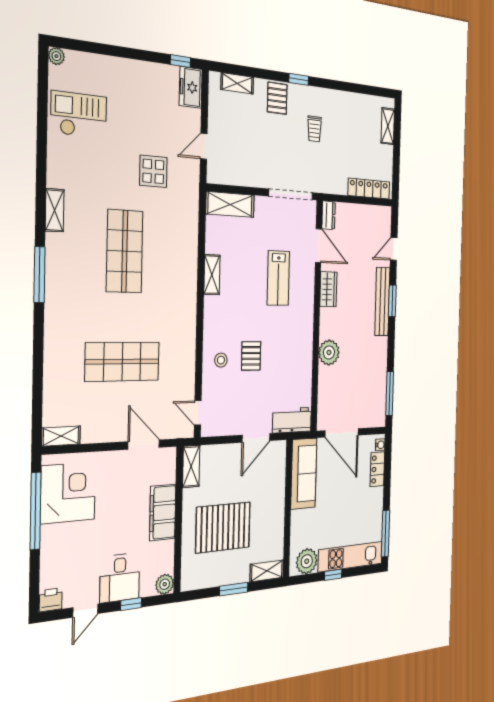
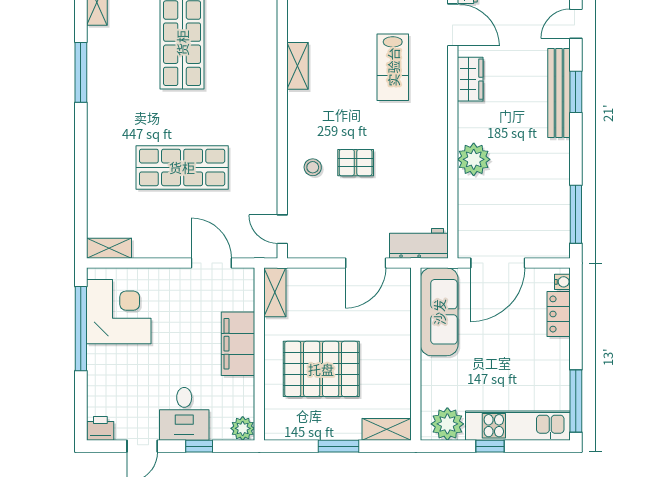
pallet: (251, 356) -> (356, 163), turned 90
door: (342, 433) -> (498, 263), hinge flipped

